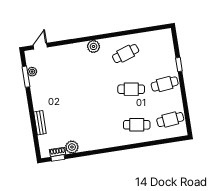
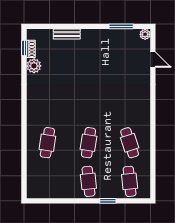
door: (40, 46) -> (153, 60), moved
plant: (94, 46) -> (143, 108), removed
plant: (32, 72) -> (145, 34), moved
cafe table: (170, 120) -> (130, 181), moved

